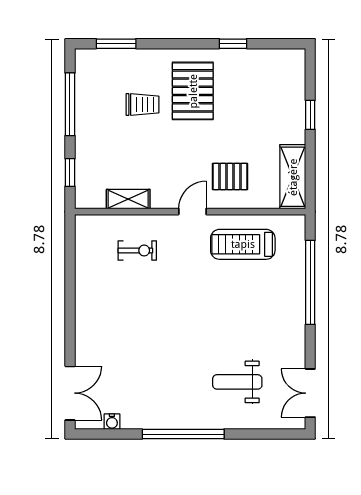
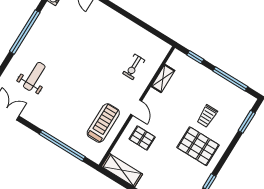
pallet: (230, 177) -> (142, 138), turned 90

